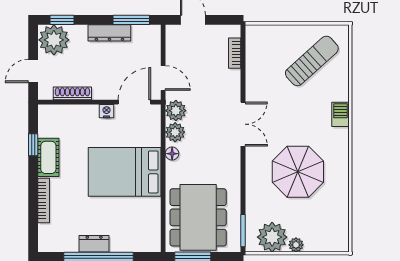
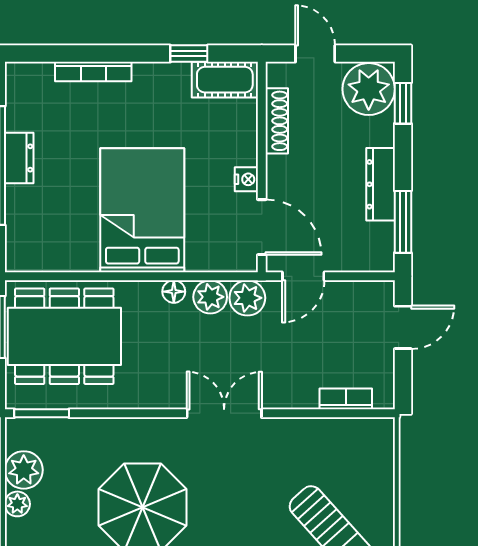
double door: (243, 124) -> (224, 413), swing flipped
cot: (48, 157) -> (225, 80), moved
plant: (272, 237) -> (24, 470), width x0.73, depth x0.73

